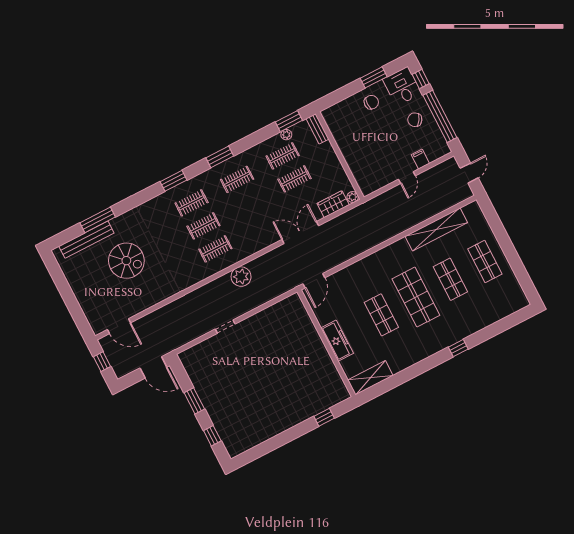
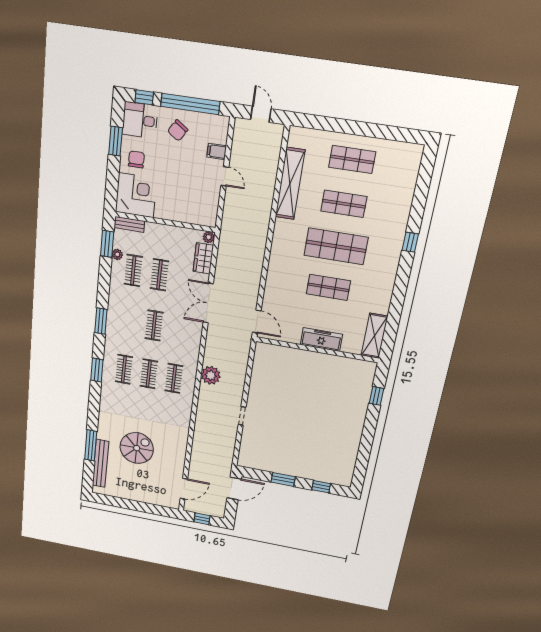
corner desk: (344, 119) -> (136, 195), added
clothes rail: (237, 179) -> (154, 325), moved

